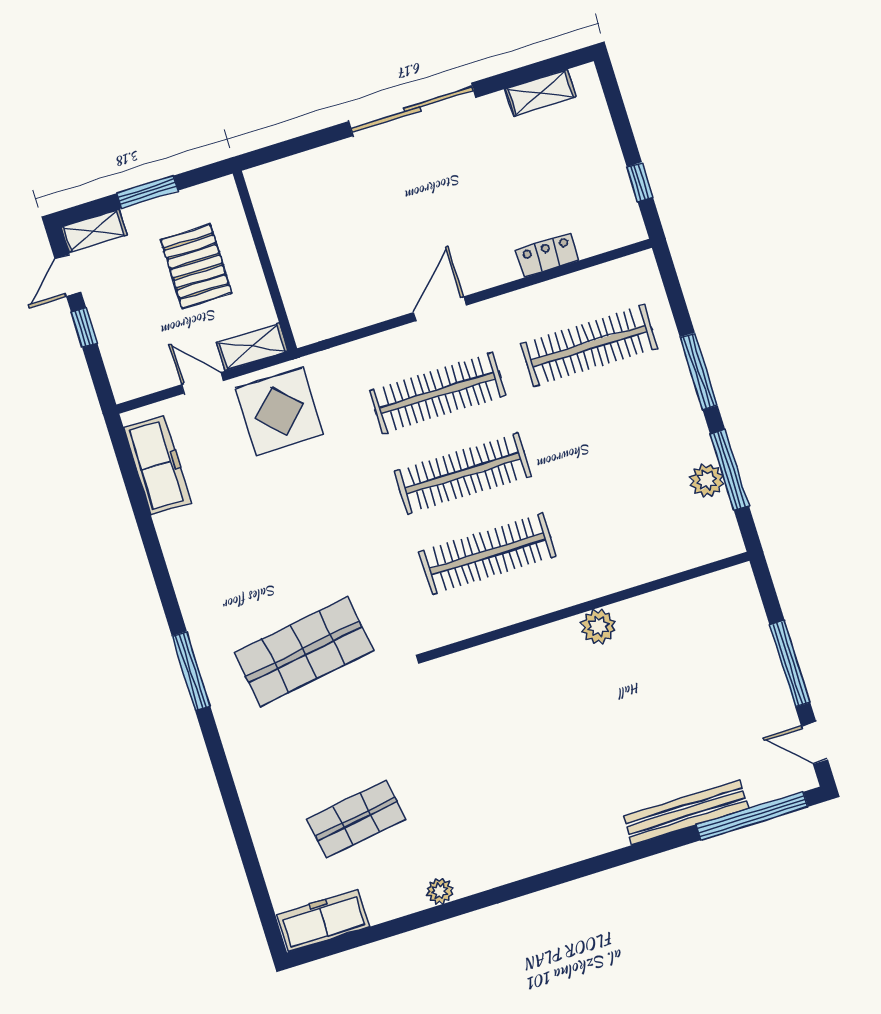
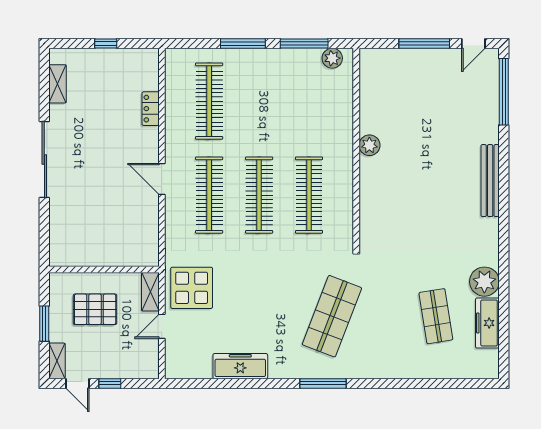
window: (640, 182) -> (106, 43), moved
freezer: (158, 465) -> (240, 366), moved
plant: (707, 480) -> (332, 58), moved
shop shelf: (304, 652) -> (332, 316), turned 30
bench: (686, 812) -> (490, 181), moved
plant: (440, 891) -> (484, 282), width x1.88, depth x1.88
freezer: (323, 921) -> (487, 323), moved

